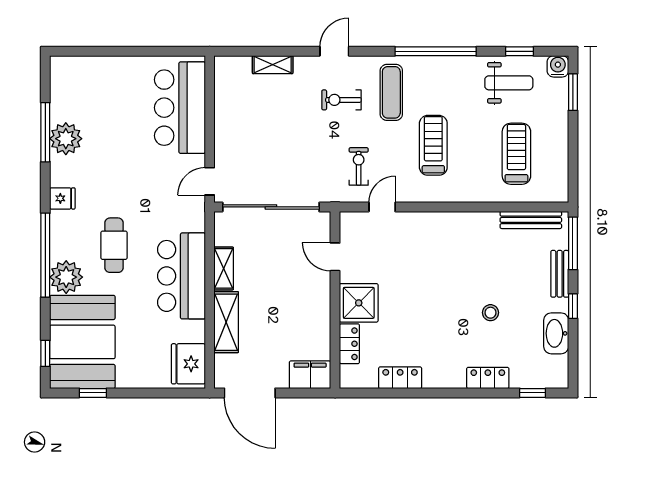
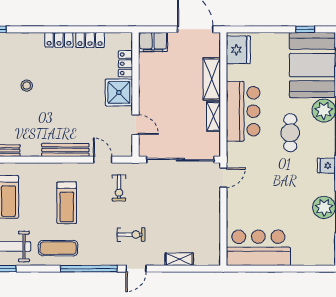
window: (436, 51) -> (89, 269), moved
exercise mat: (391, 92) -> (58, 248), moved, turned 90
bar counter: (180, 108) -> (258, 248), moved, turned -90
door: (382, 207) -> (103, 160), swing flipped
bench: (435, 221) -> (65, 150), added
locker: (488, 378) -> (59, 40), moved

